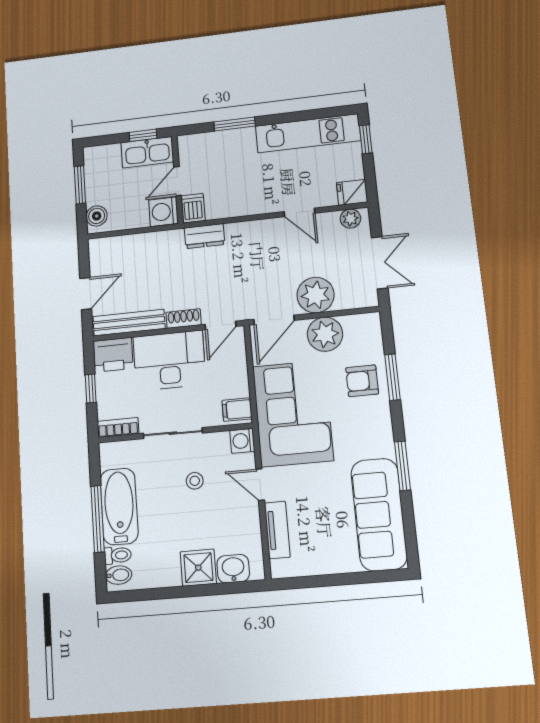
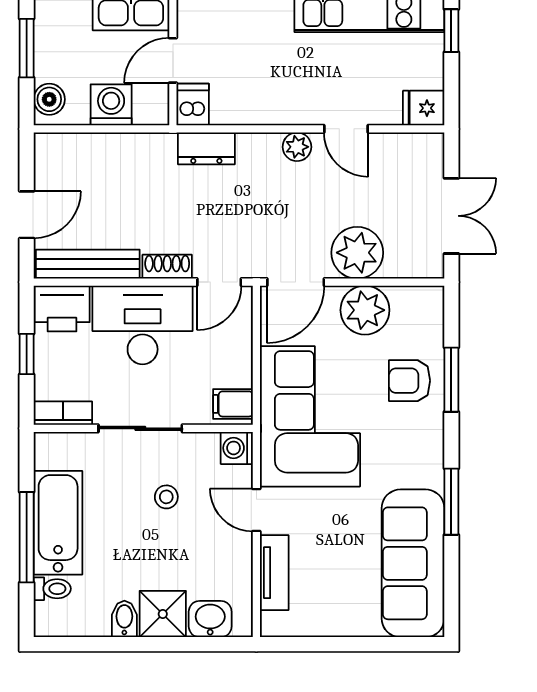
washing machine: (163, 212) -> (111, 105), moved, turned 90
plant: (350, 219) -> (297, 147), moved
bidet: (119, 575) -> (124, 619), moved, turned -90

